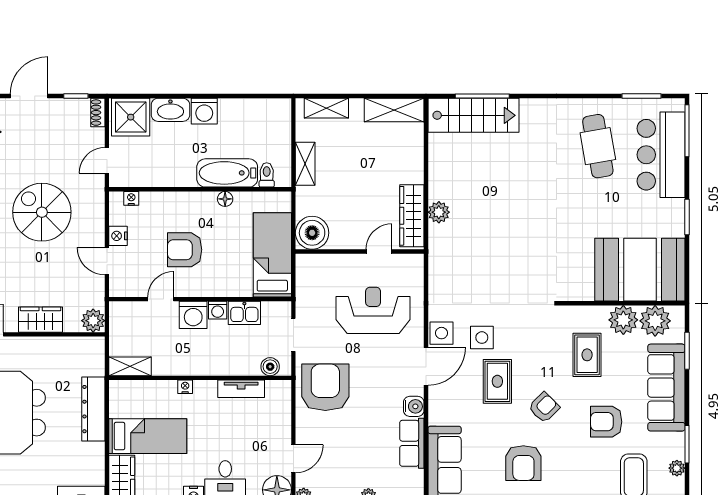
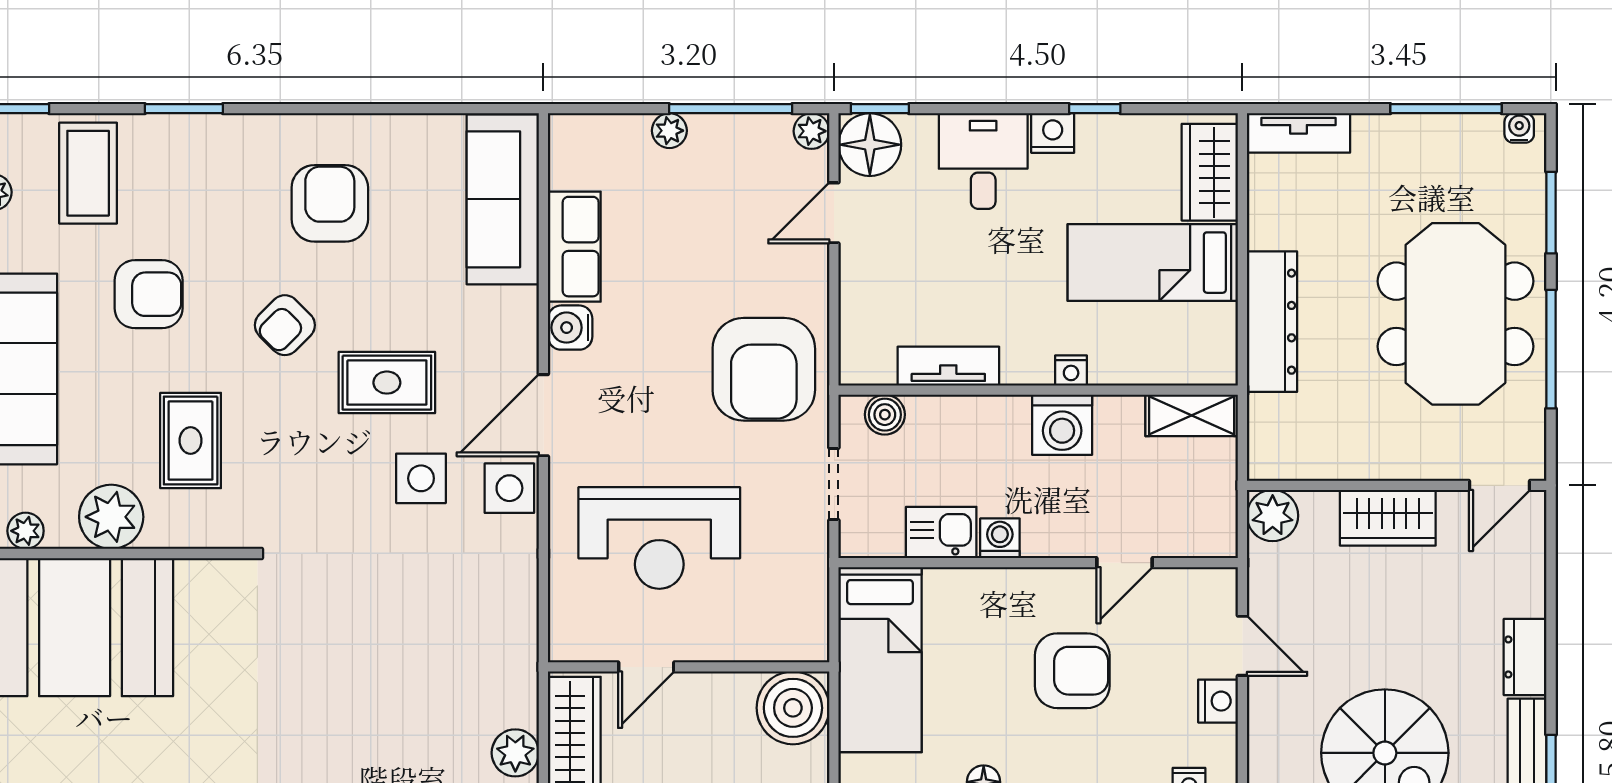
washing machine: (193, 315) -> (1062, 425), moved, turned 180
plant: (655, 321) -> (26, 531), width x0.53, depth x0.53
rug: (497, 381) -> (387, 383), turned 90

